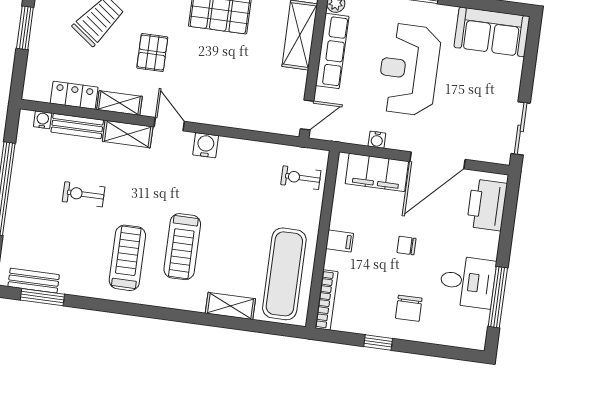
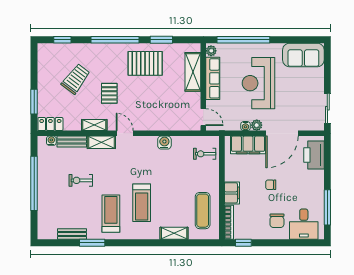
window: (25, 28) -> (34, 102), moved
locker: (74, 95) -> (50, 124), moved
door: (307, 115) -> (203, 117), hinge flipped
plant: (396, 141) -> (257, 125), added
water cooler: (206, 145) -> (164, 143), moved
filing cabinet: (340, 241) -> (232, 193), width x2.00
exercise mat: (284, 274) -> (203, 211), width x0.73, depth x0.69
bench: (34, 281) -> (72, 234), moved
desk: (467, 282) -> (304, 224), moved, turned 90
window: (42, 297) -> (92, 243), moved
window: (378, 343) -> (243, 243), moved

